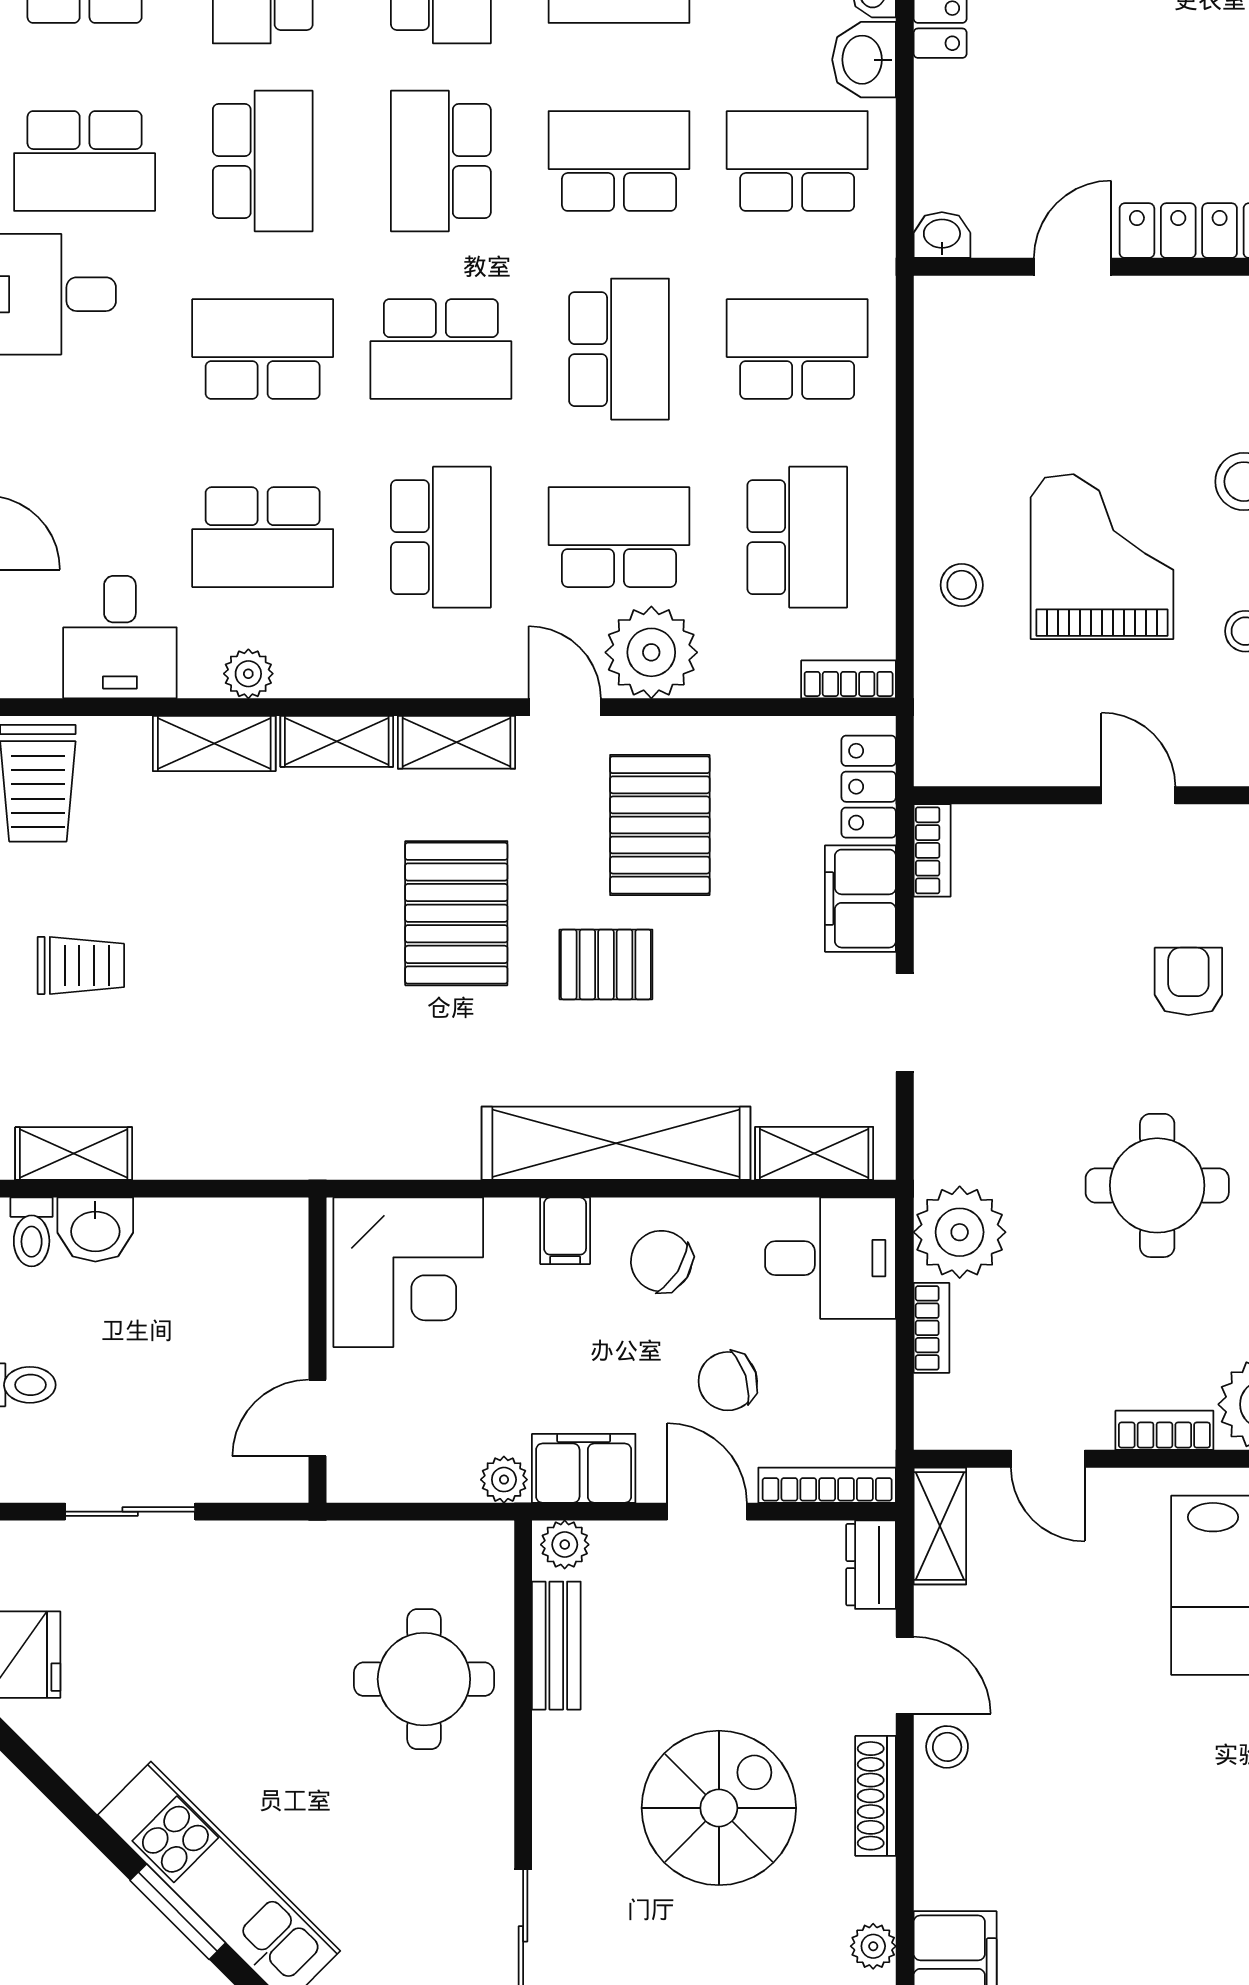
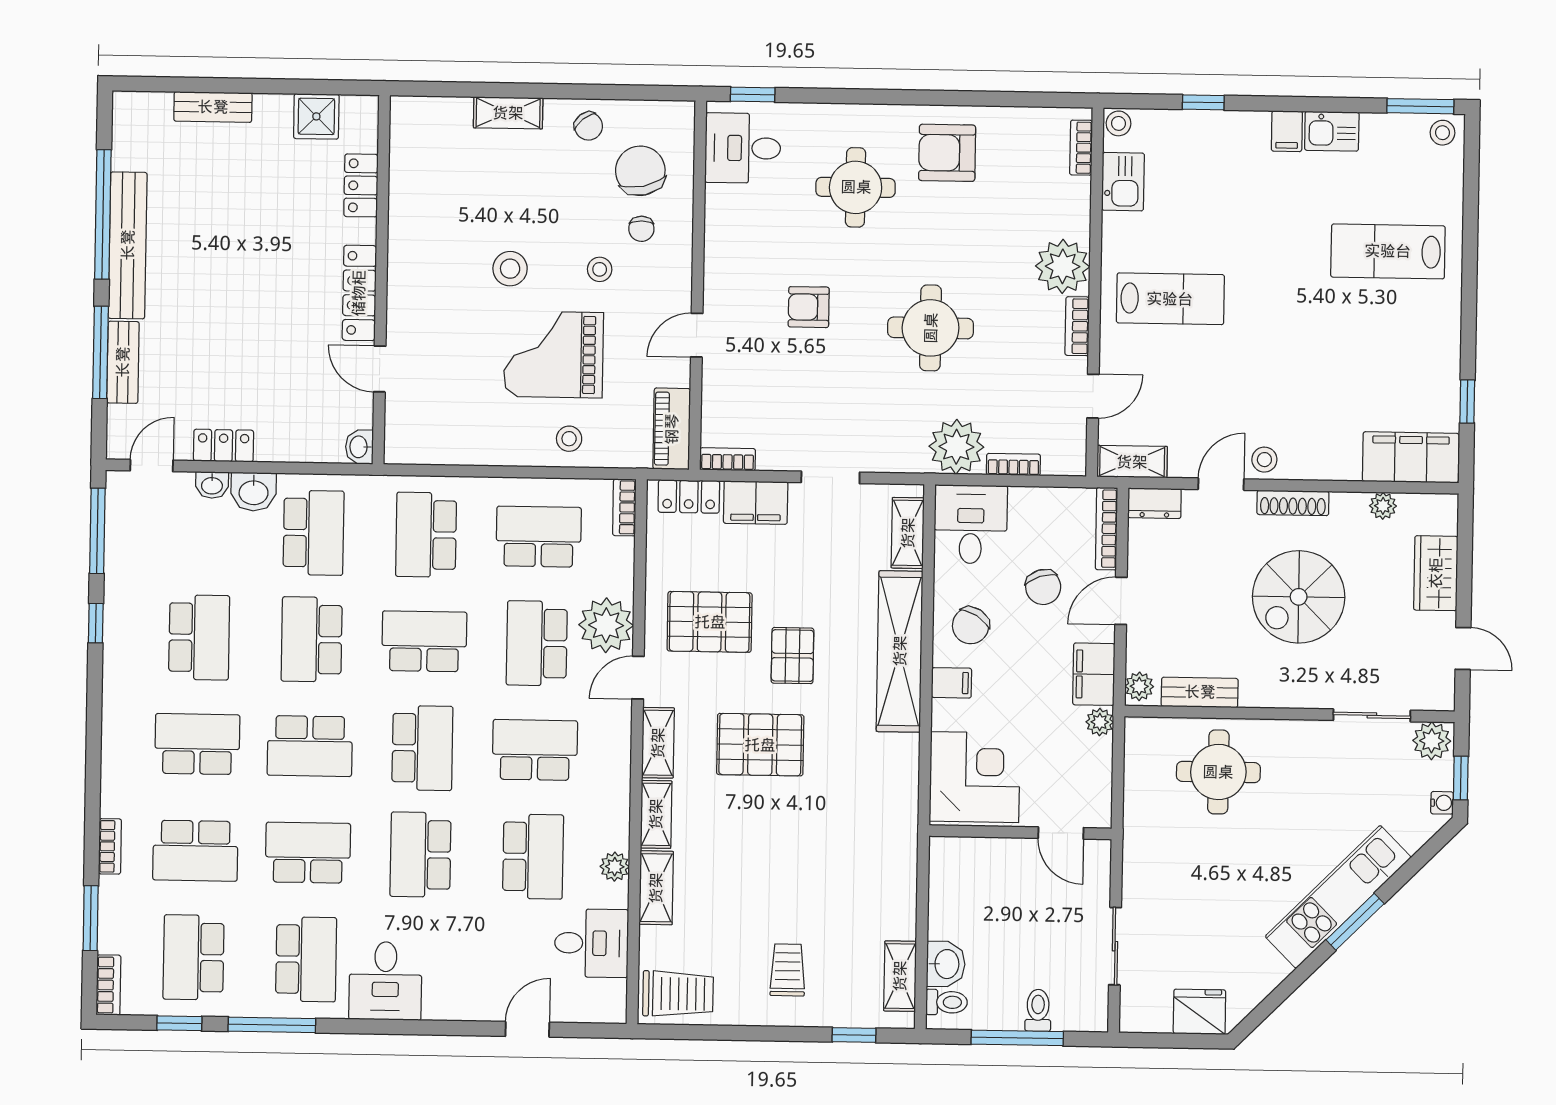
school desk: (797, 161) -> (314, 533), turned 180
piano: (981, 756) -> (672, 429), added
spiral stairs: (719, 1808) -> (1299, 597), turned -90

